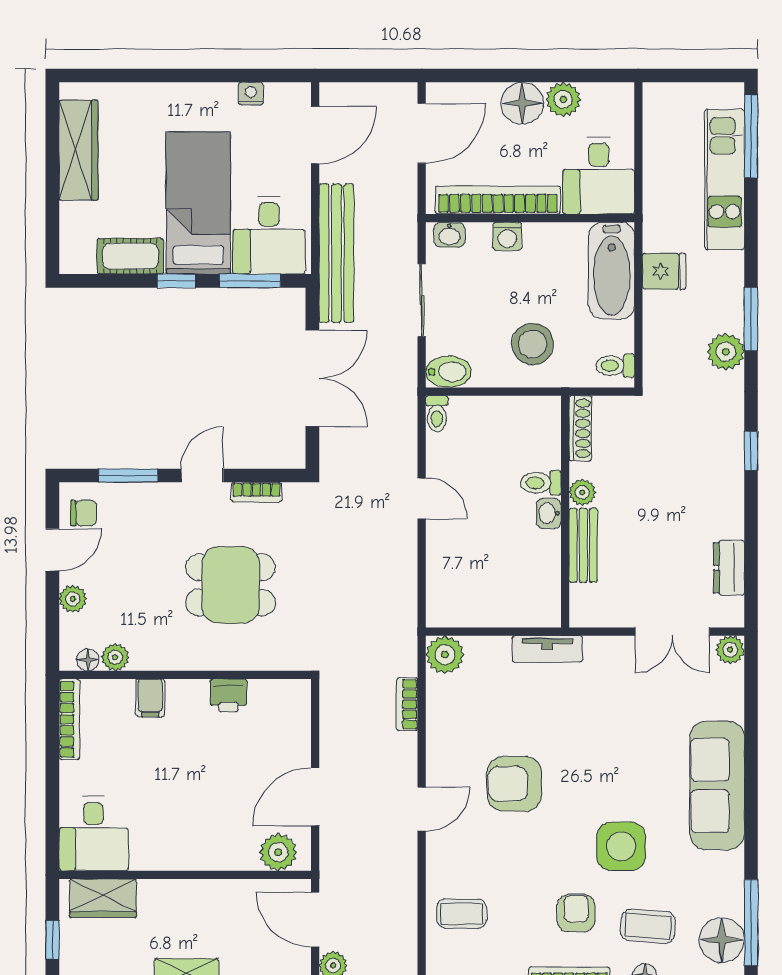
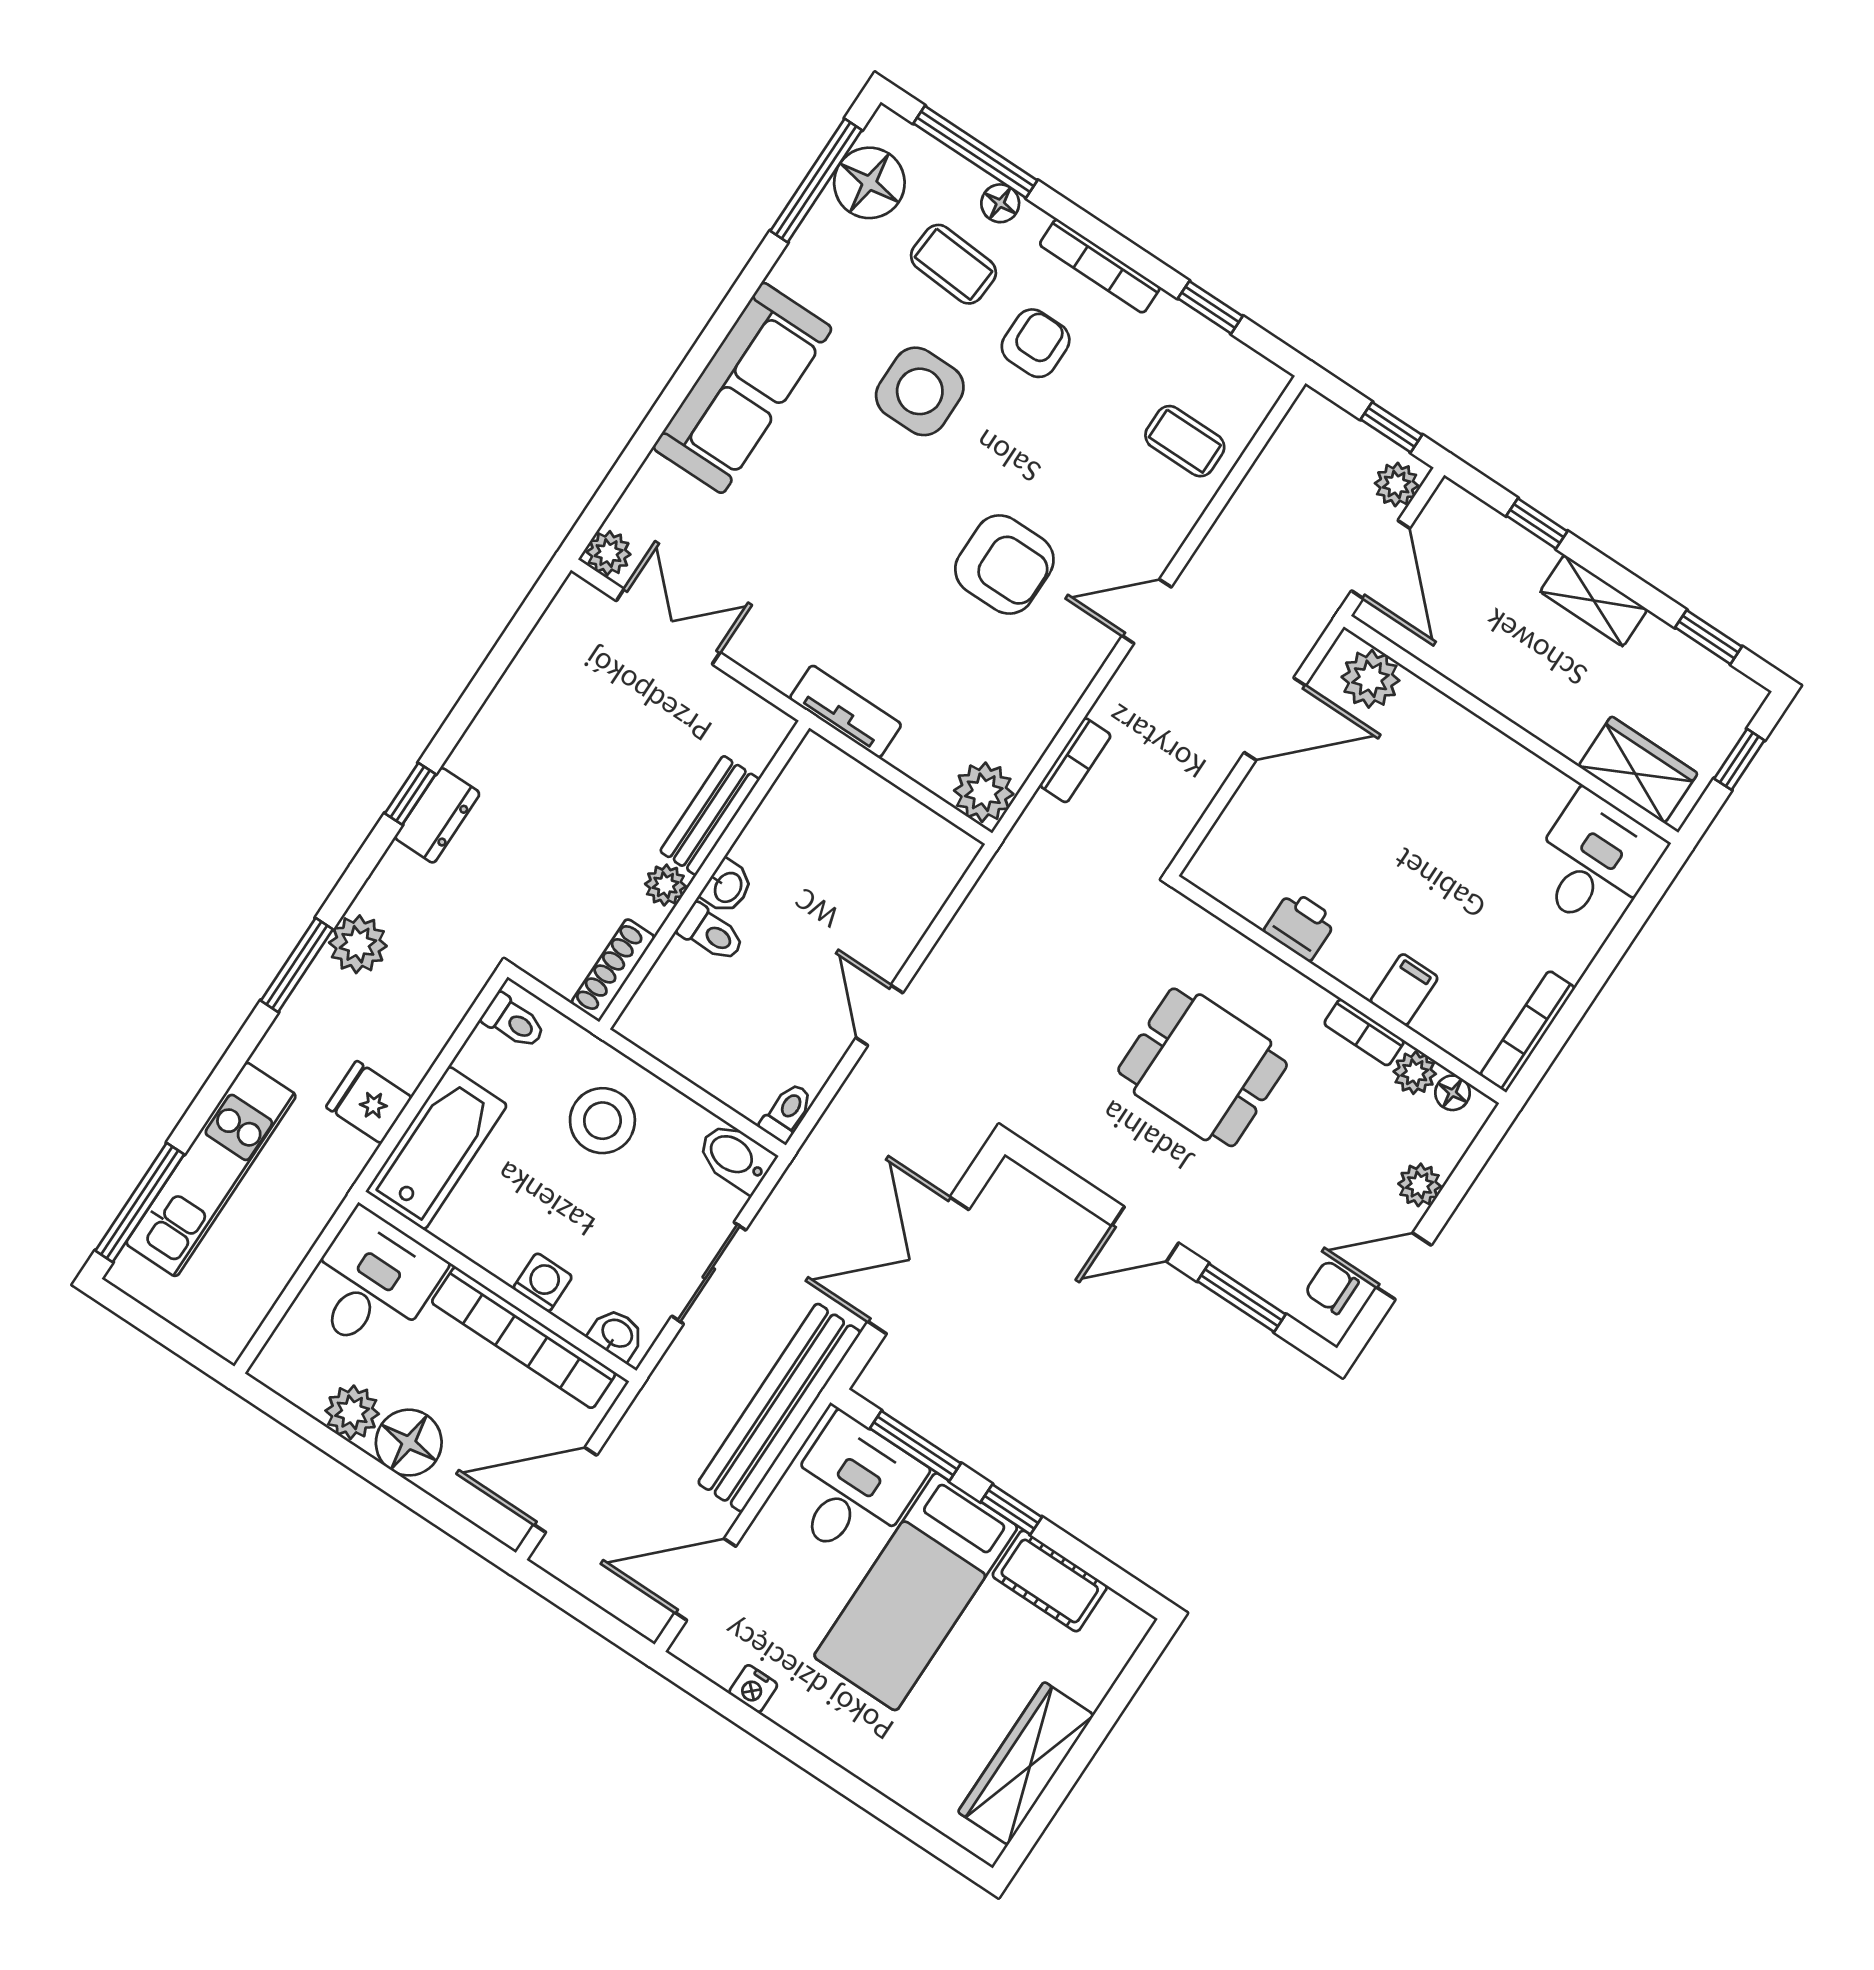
bookcase: (257, 492) -> (1364, 1032), moved, turned 180
dresser: (729, 568) -> (437, 815), moved
armchair: (576, 913) -> (1036, 343), turned 180

